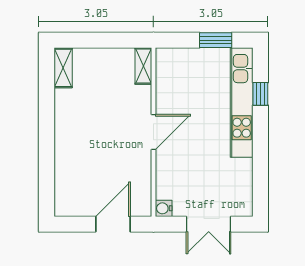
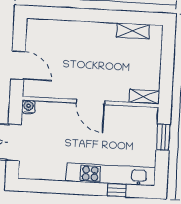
window: (216, 40) -> (163, 137), moved
shelving: (63, 68) -> (133, 31), moved

